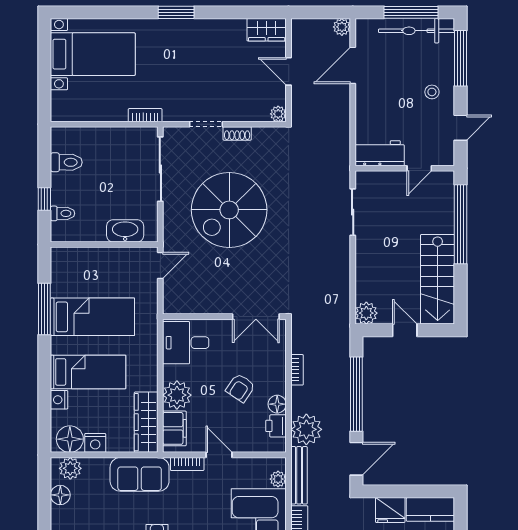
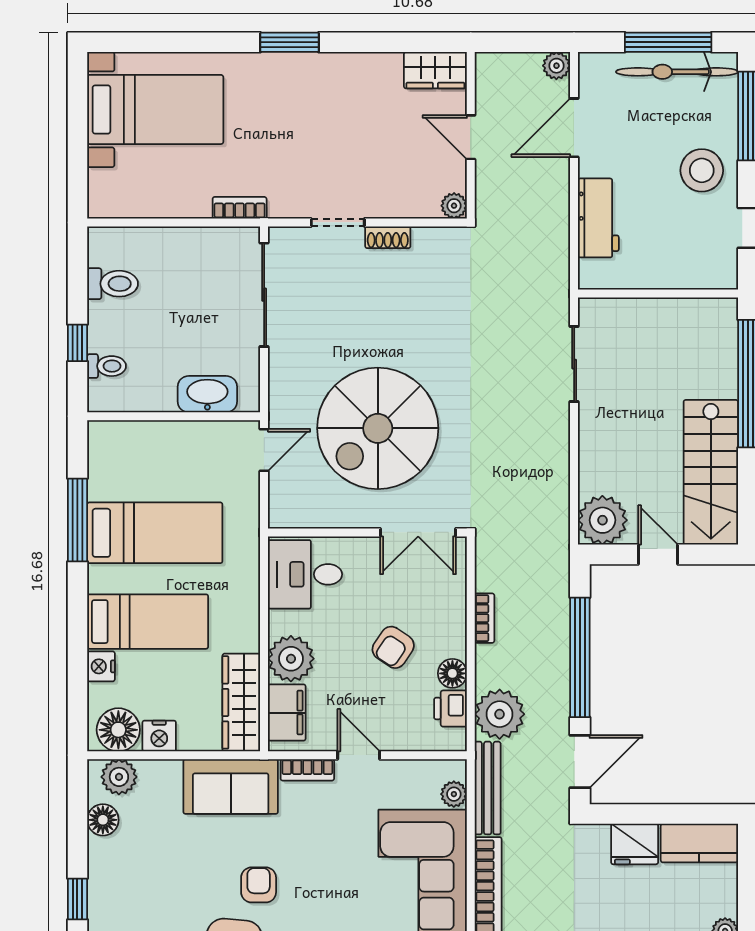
stool: (432, 92) -> (702, 170), width x1.89, depth x1.89
workbench: (380, 153) -> (598, 218), moved, turned 90
door: (419, 168) -> (681, 293), removed
spiral stairs: (229, 210) -> (378, 428), moved
plant: (366, 313) -> (602, 520), width x1.36, depth x1.36

